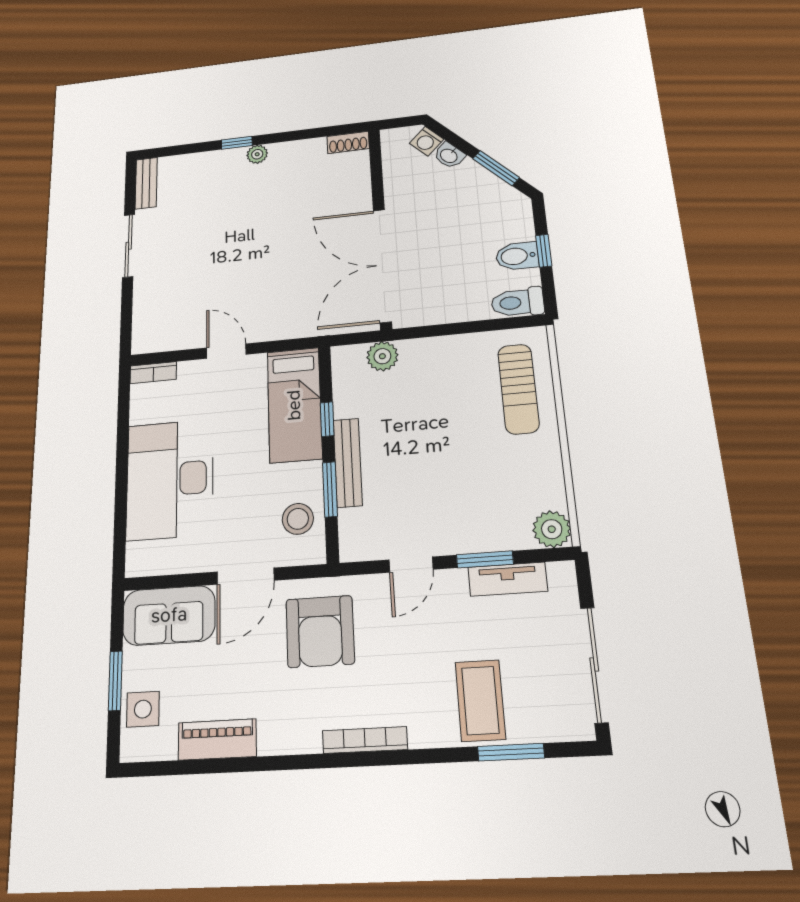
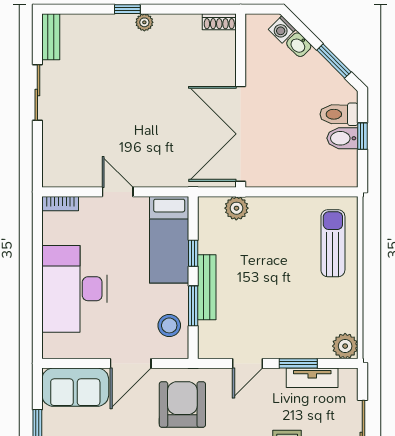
toilet: (518, 302) -> (339, 114), moved
sun lounger: (518, 389) -> (333, 243), turned 180
armchair: (320, 631) -> (182, 405), turned 180

